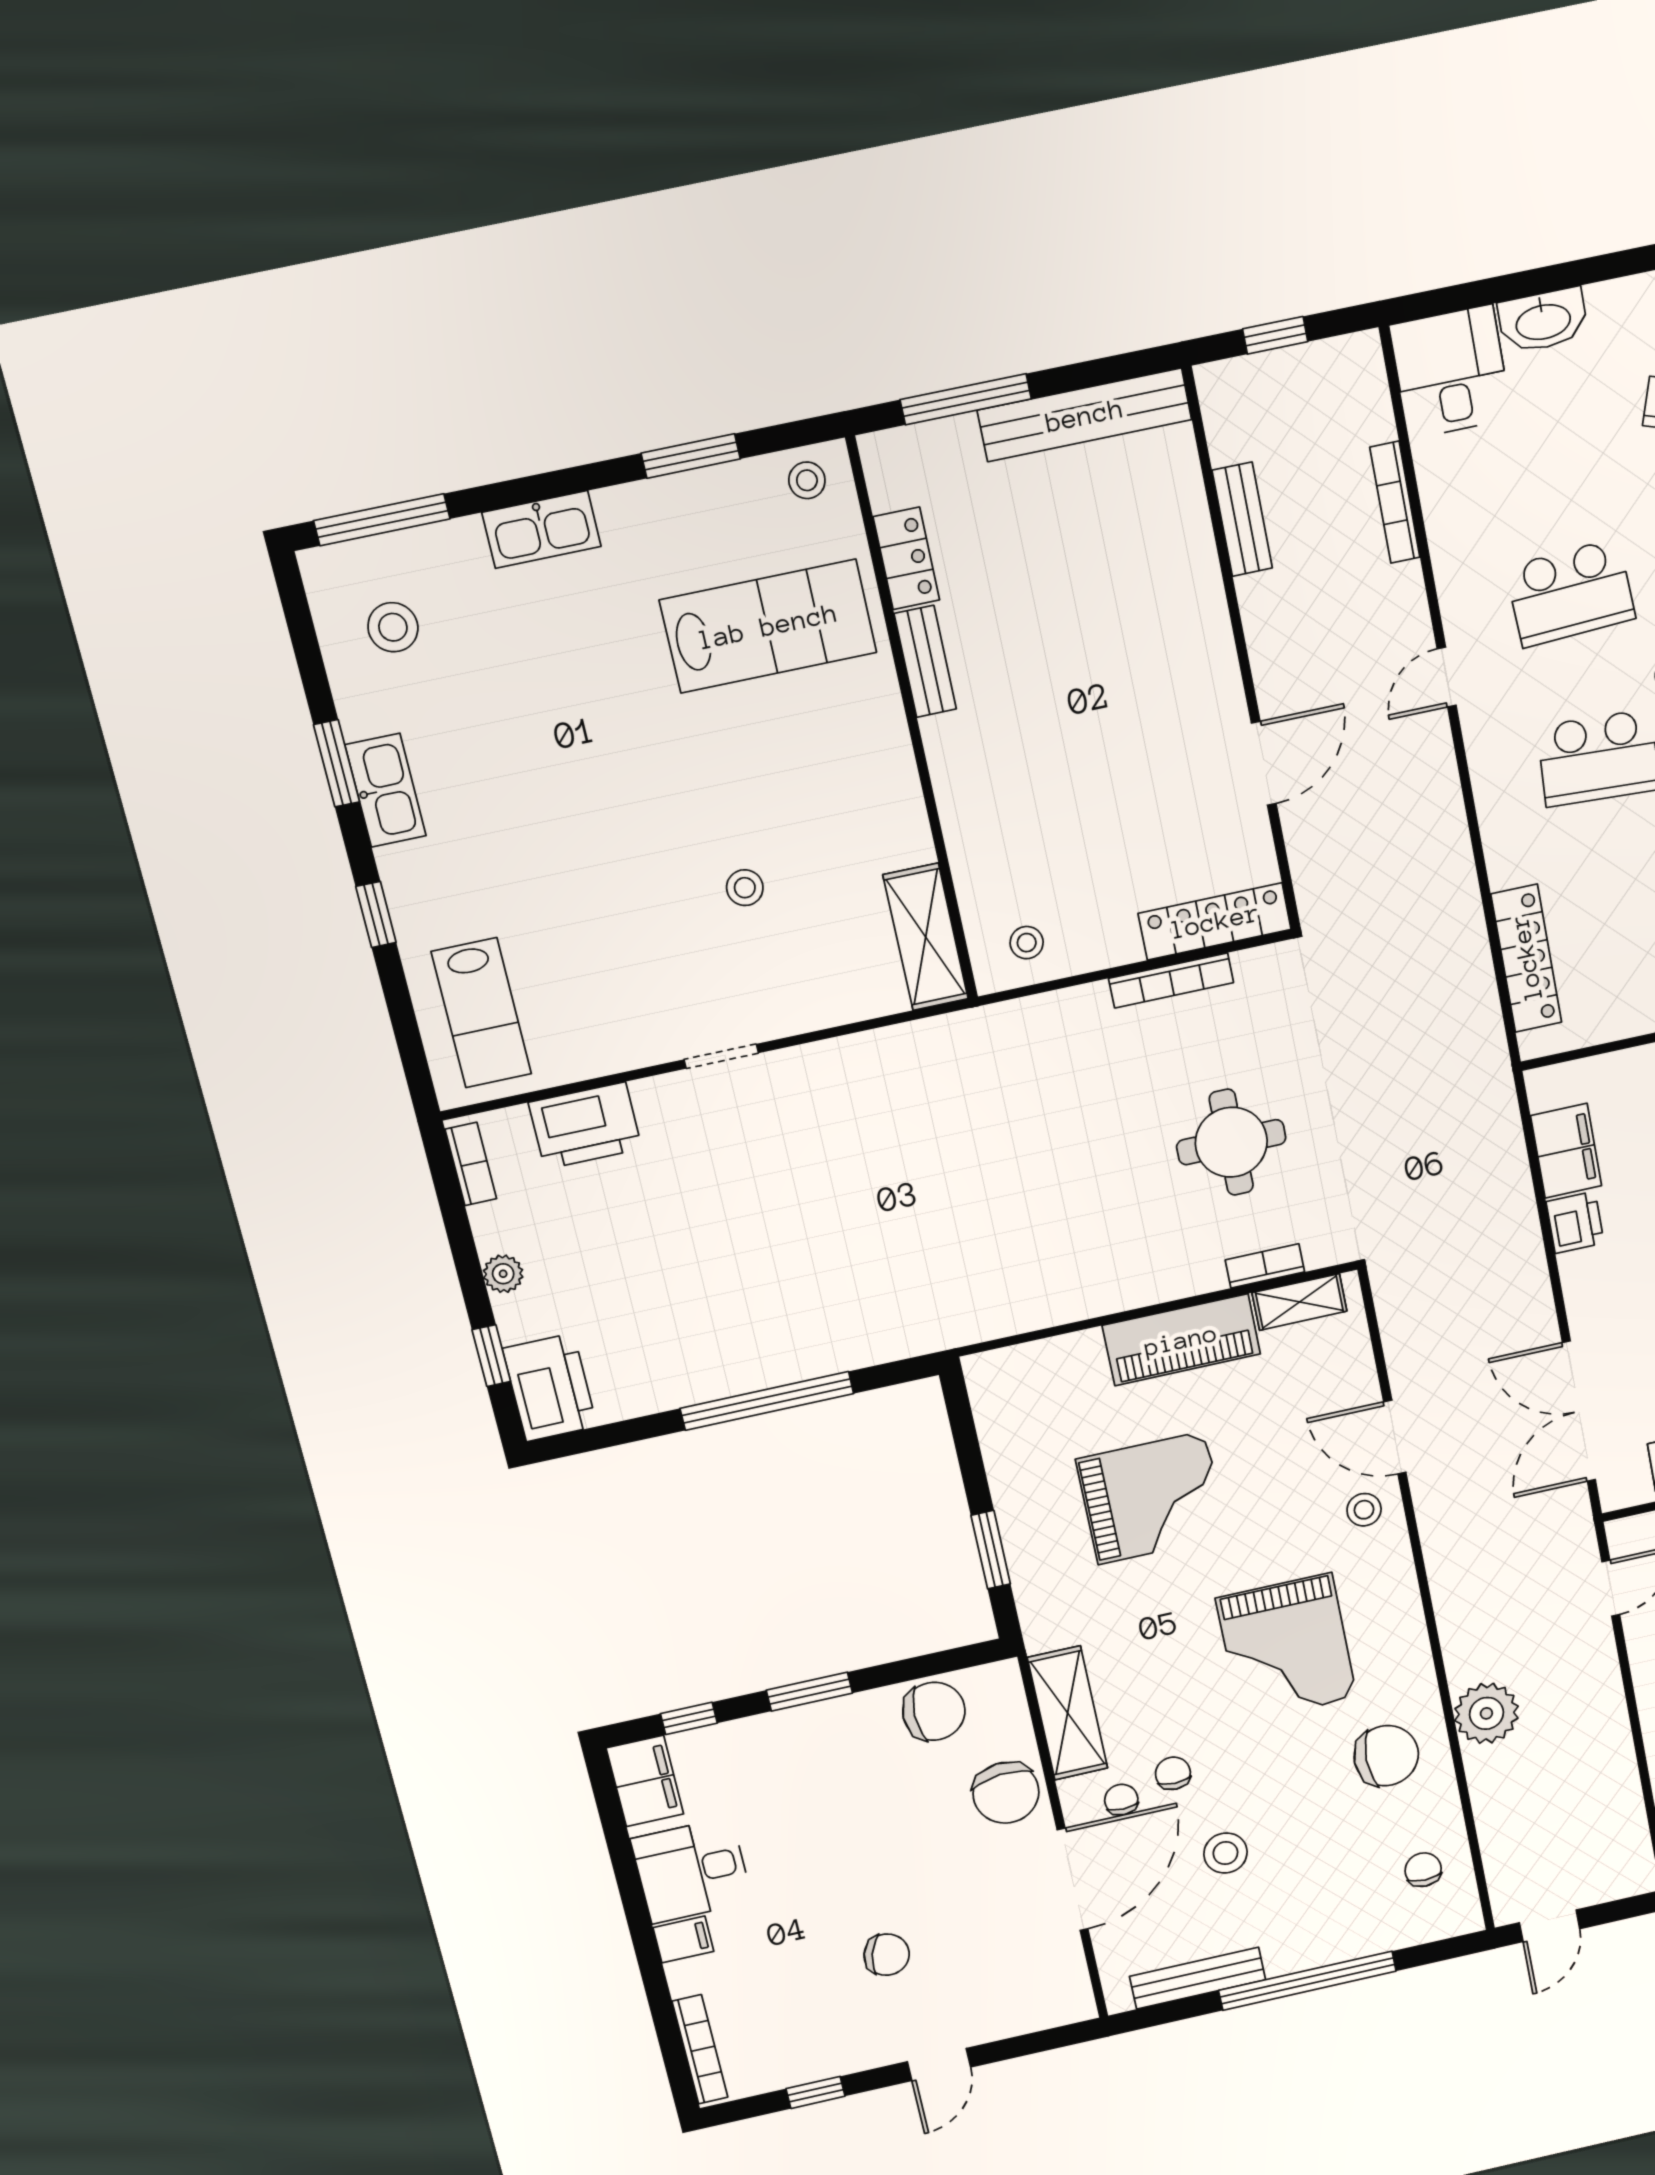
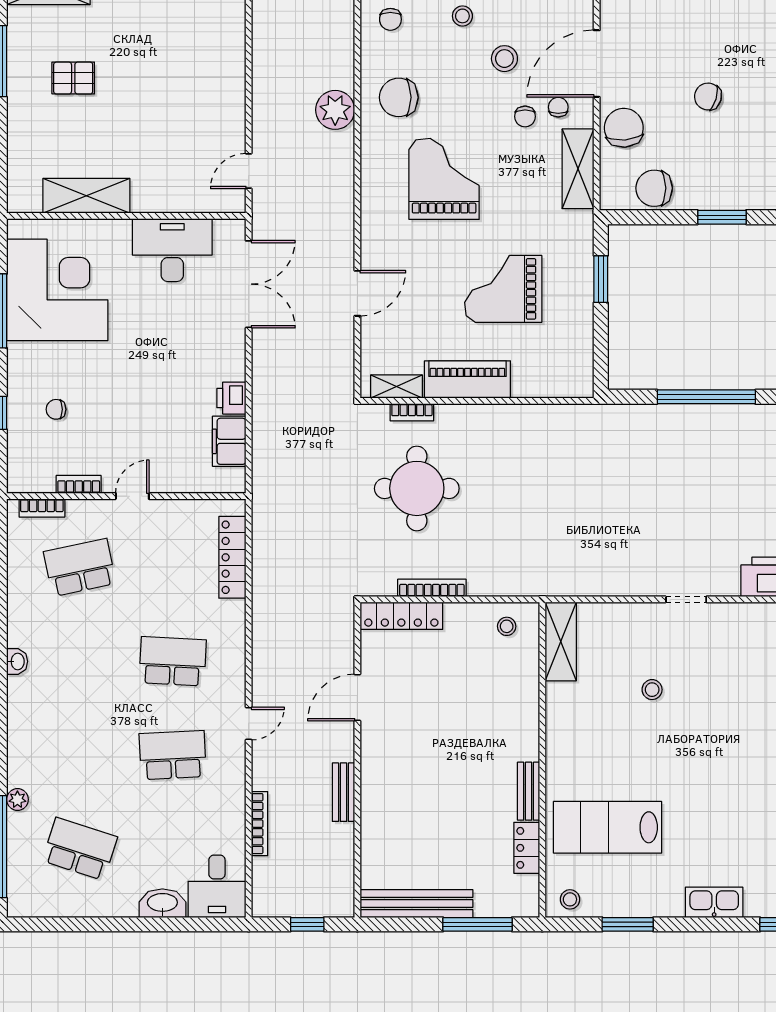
bench: (1242, 519) -> (343, 792), moved
round table: (1231, 1142) -> (417, 488), width x1.36, depth x1.36
door: (1395, 1437) -> (357, 293), hinge flipped
stool: (1364, 1510) -> (462, 16), moved
chair: (1121, 1800) -> (558, 107), turned 180
chair: (887, 1955) -> (708, 97), moved

